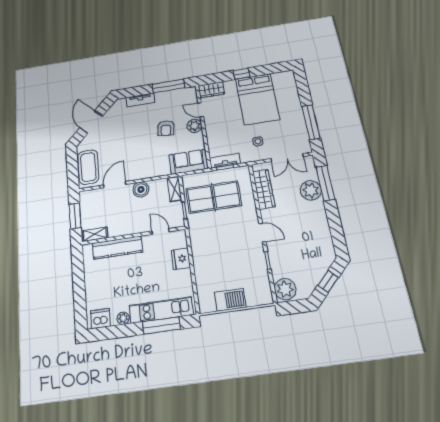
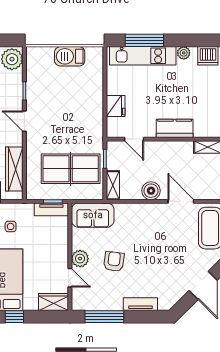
door: (115, 185) -> (181, 201), swing flipped
kitchen counter: (117, 247) -> (175, 128), width x0.67

